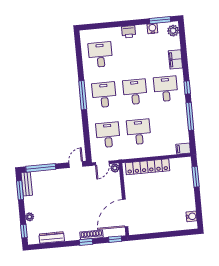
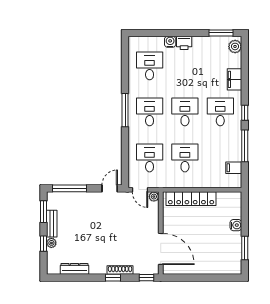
water cooler: (152, 28) -> (170, 42), moved
filing cabinet: (183, 149) -> (234, 168), moved
door: (102, 163) -> (140, 190), hinge flipped
window: (196, 177) -> (245, 248), moved
bench: (27, 184) -> (52, 224), moved
door: (125, 213) -> (161, 249), swing flipped
water cooler: (191, 216) -> (236, 225), moved
window: (24, 231) -> (43, 244), moved

